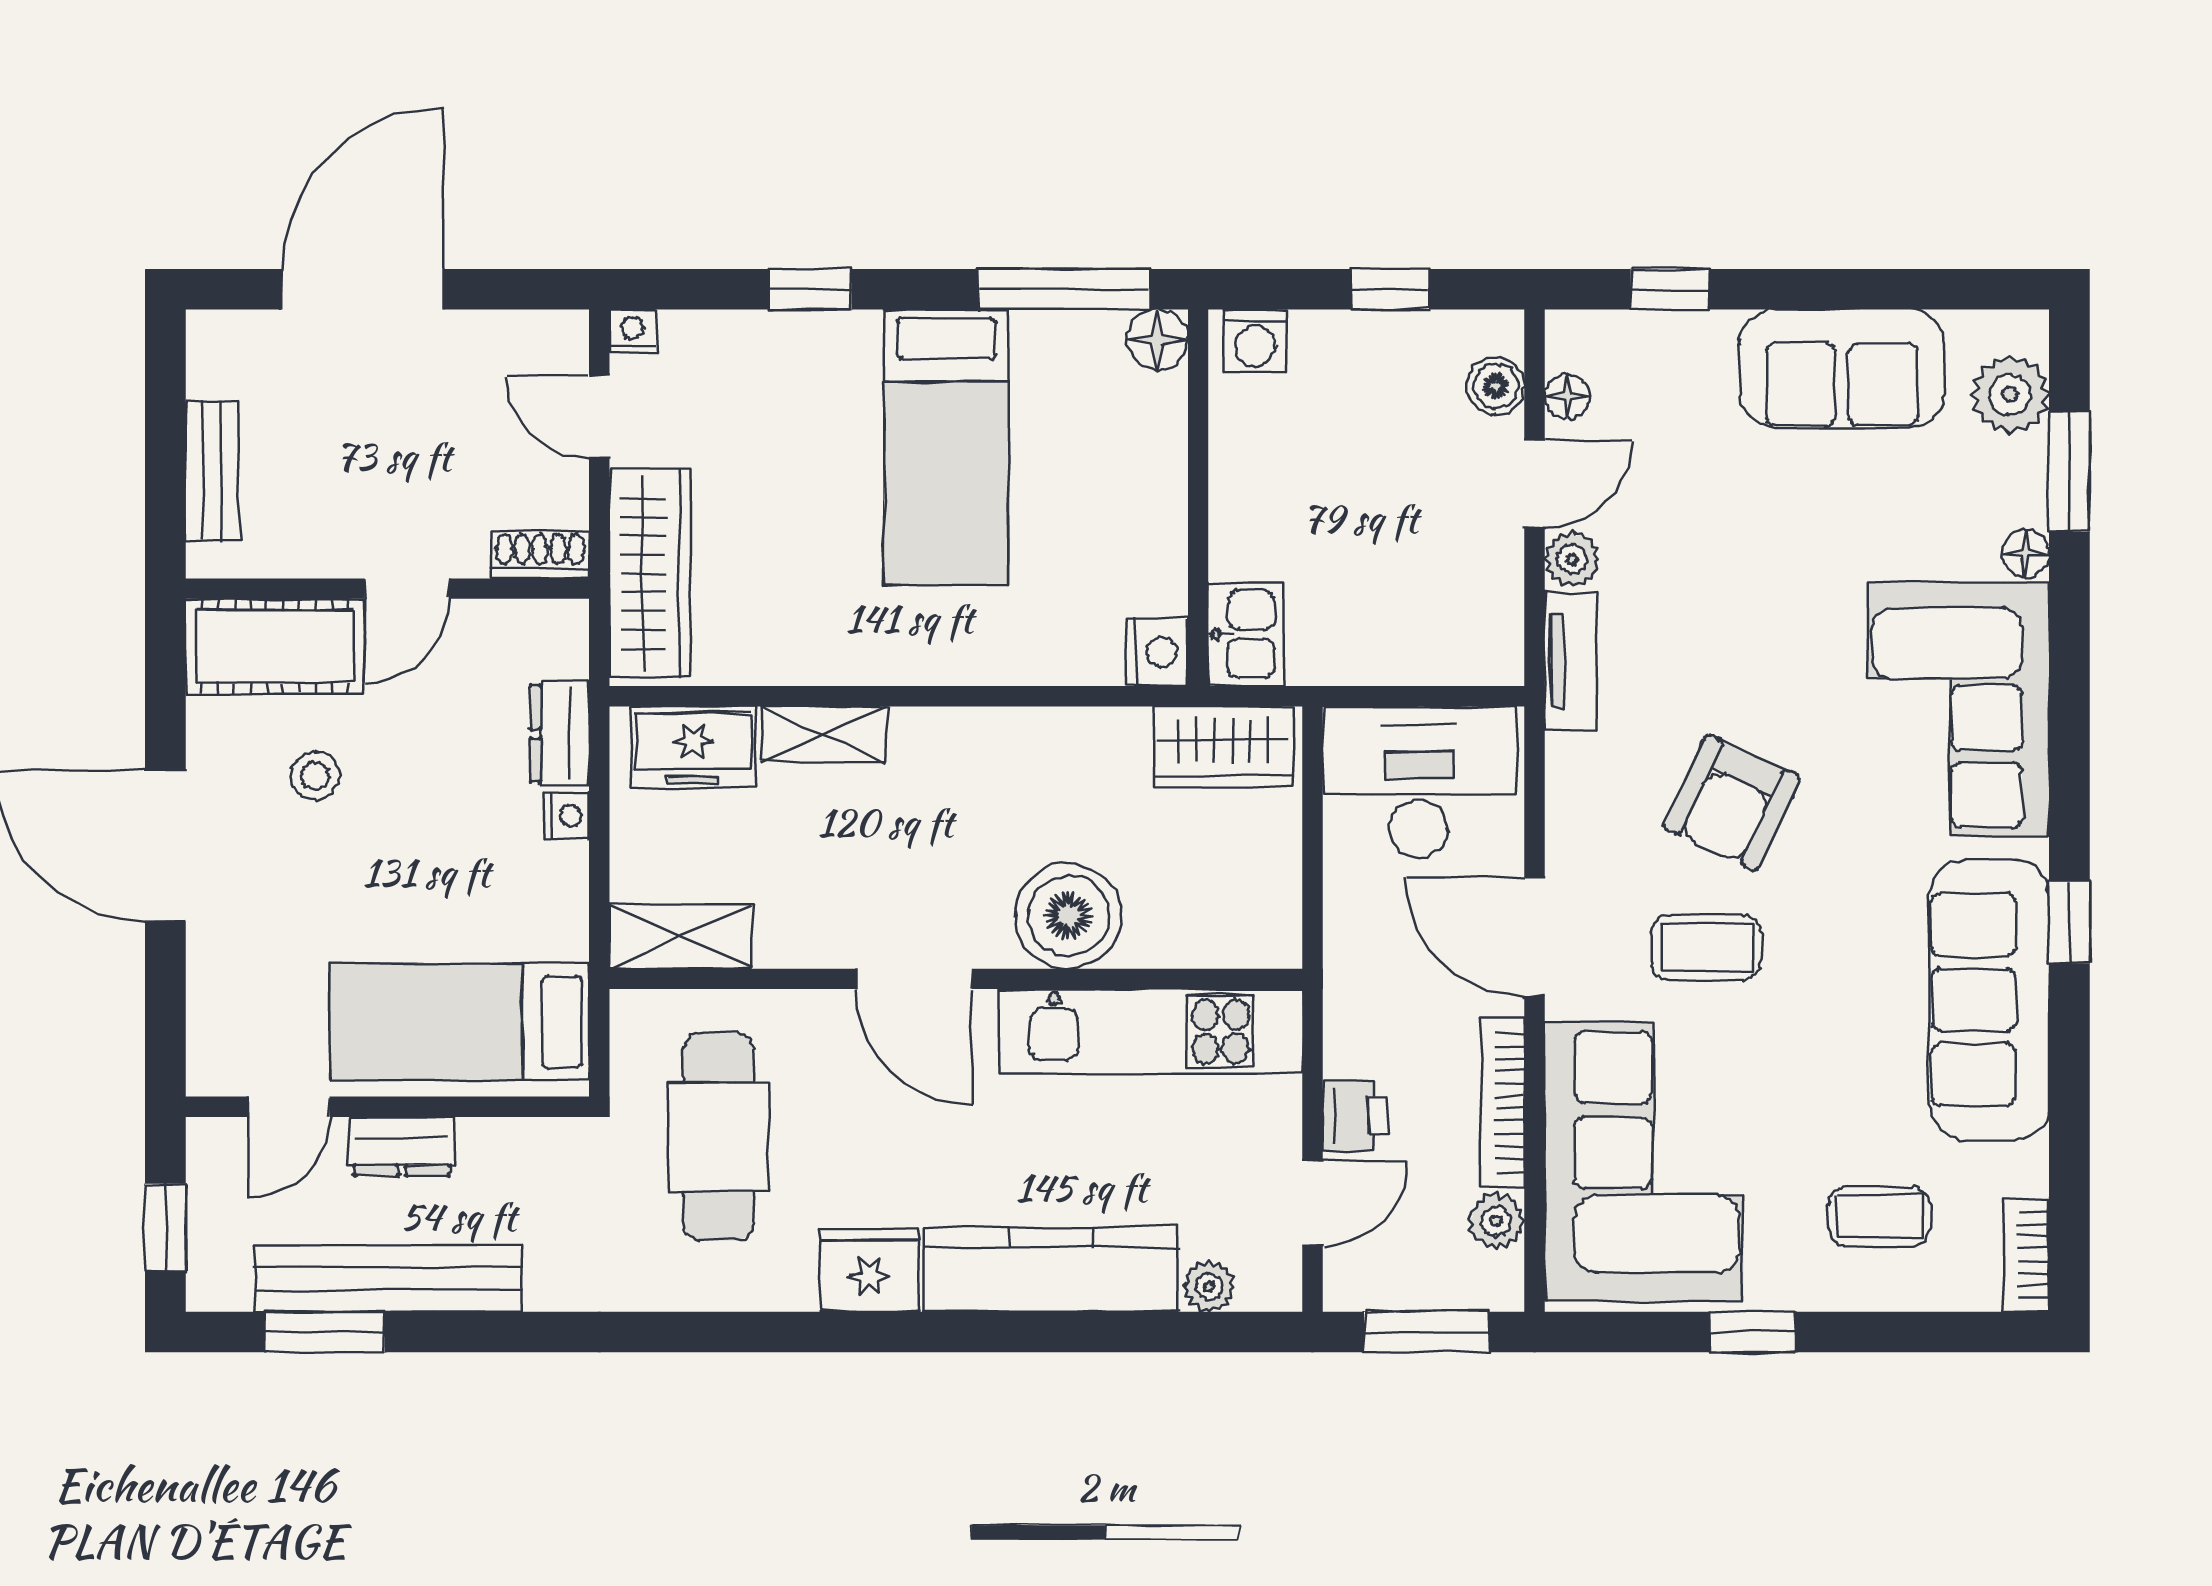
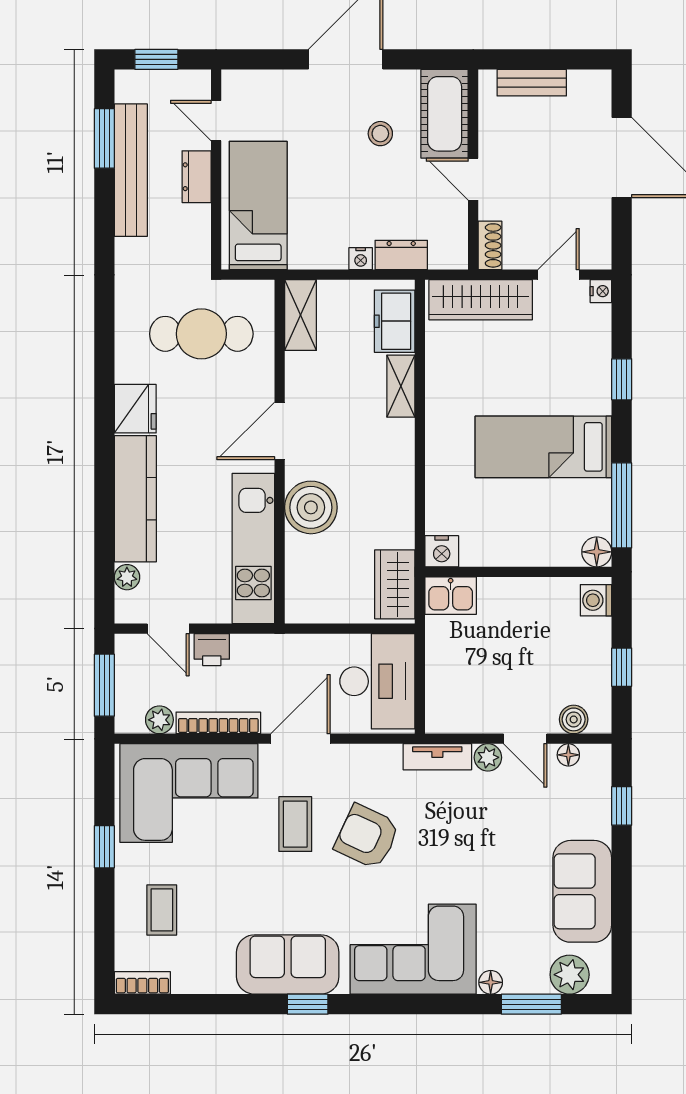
sofa: (1989, 1000) -> (288, 964), width x0.73

